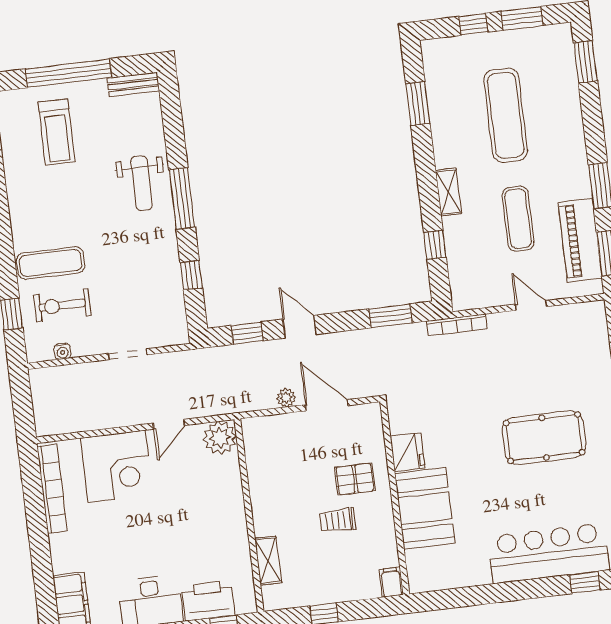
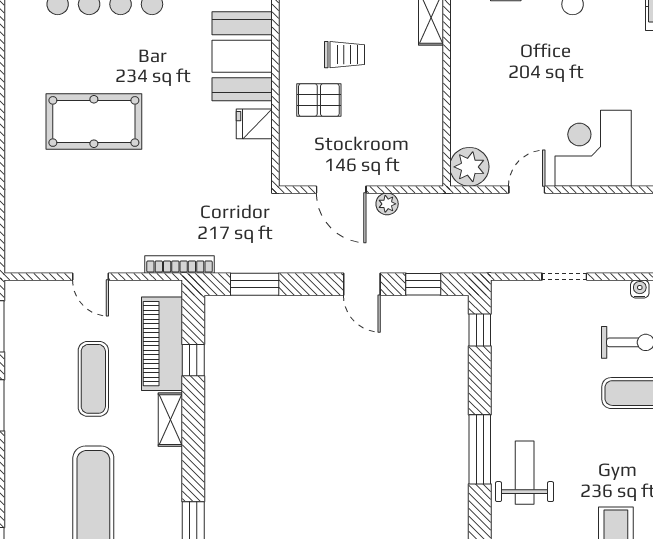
piano: (580, 240) -> (162, 344), moved, turned 180
window: (191, 275) -> (480, 330), moved
fridge: (407, 452) -> (254, 124), width x0.72

